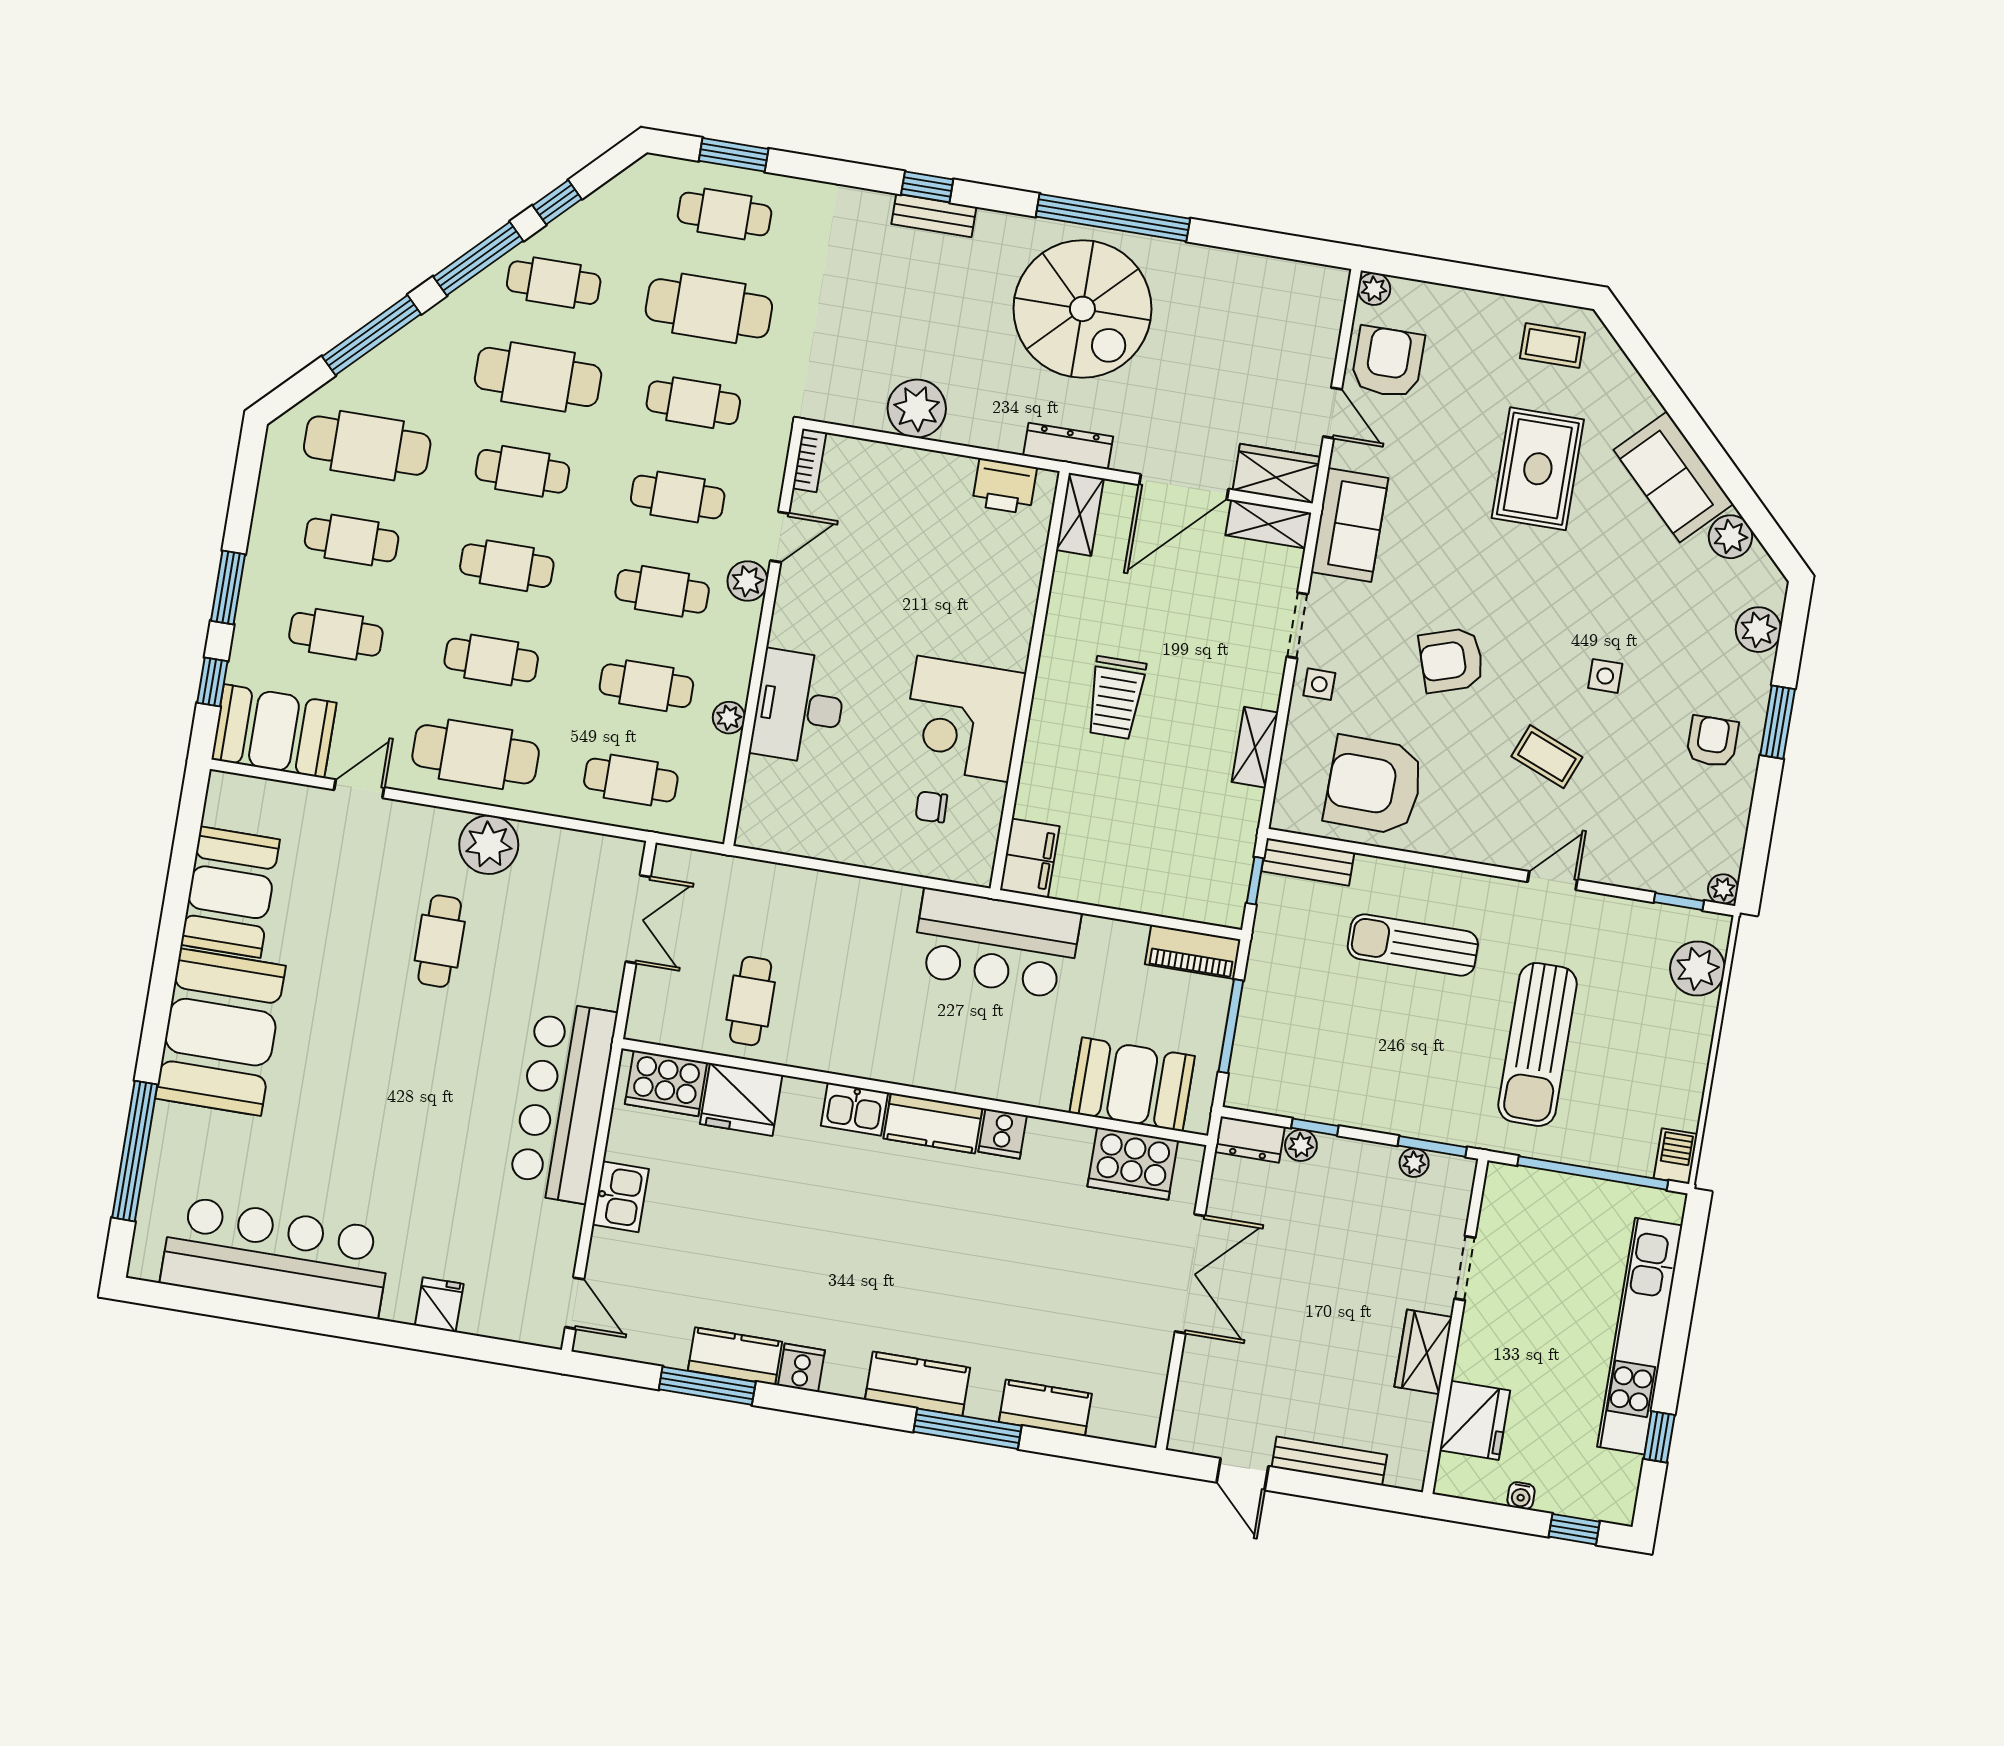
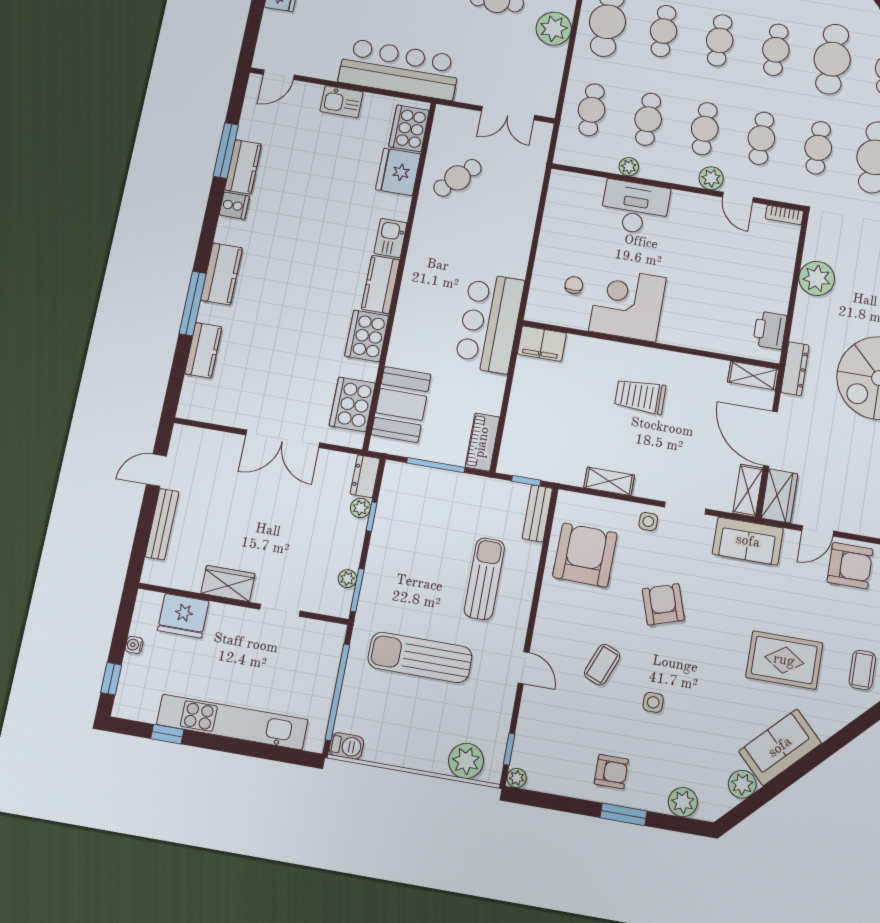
cafe table: (751, 1001) -> (457, 178), turned -45
cooker: (1003, 1134) -> (367, 336), width x1.87, depth x1.31

